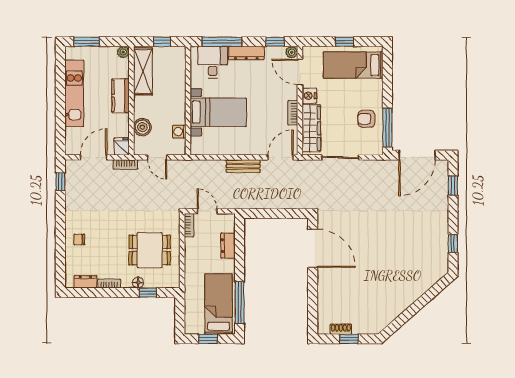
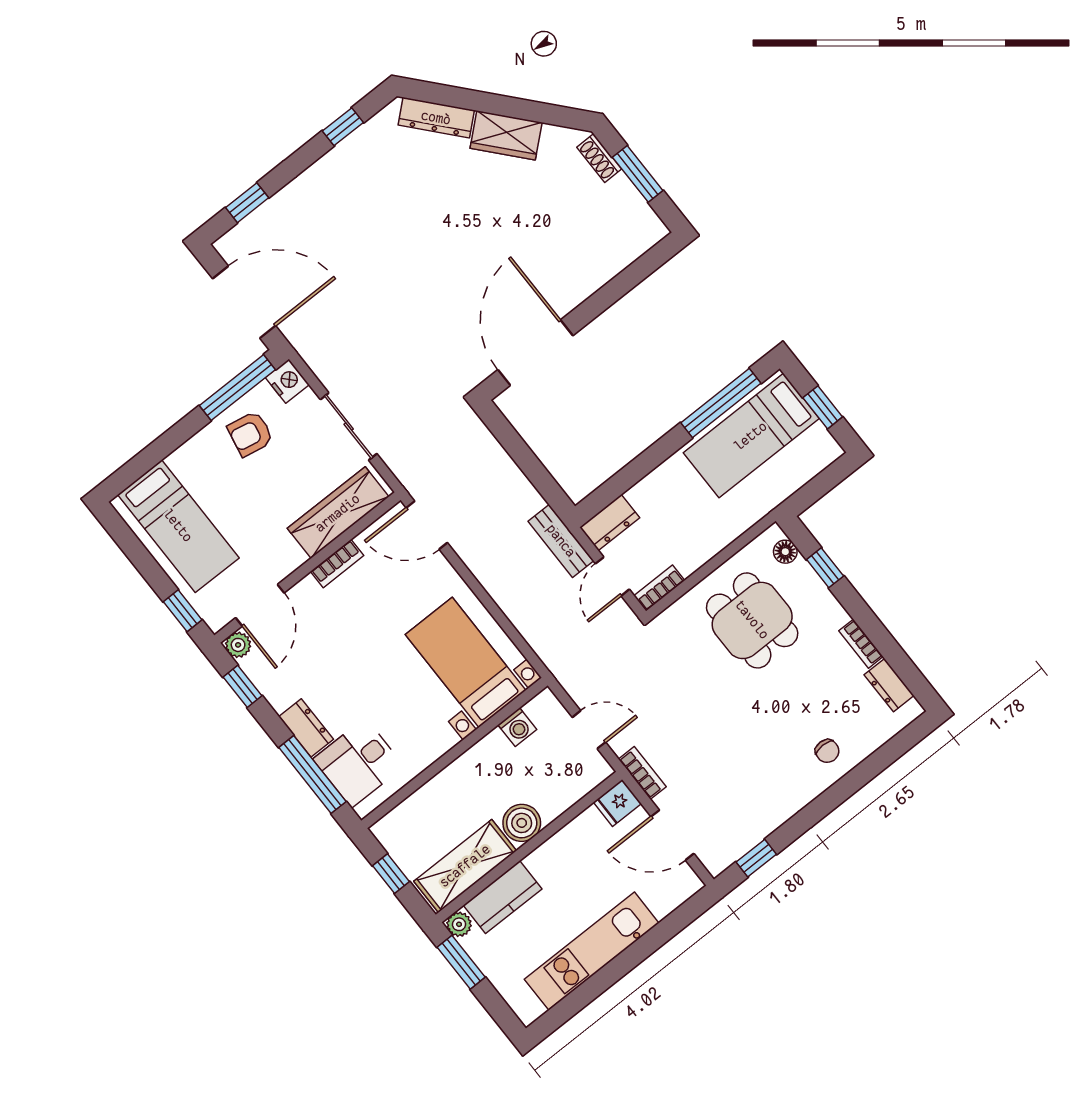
window: (87, 42) -> (461, 962), moved
window: (345, 42) -> (183, 611), moved
dresser: (246, 53) -> (306, 728), width x0.70
kitchen counter: (120, 96) -> (503, 897), moved
nightstand: (309, 96) -> (287, 381), moved, turned -90
bed with nightstands: (218, 112) -> (466, 662), moved
armchair: (366, 119) -> (250, 434), turned 101
boiler: (142, 127) -> (522, 823), moved
door: (157, 157) -> (589, 730), hinge flipped
bench: (243, 166) -> (561, 541), moved
dresser: (228, 246) -> (610, 522), moved
dresser: (429, 281) -> (436, 118), added
floor lamp: (138, 283) -> (785, 552), moved
wardrobe: (402, 301) -> (506, 135), added
shoe rack: (341, 329) -> (599, 158), moved
window: (349, 339) -> (638, 174), width x1.50

